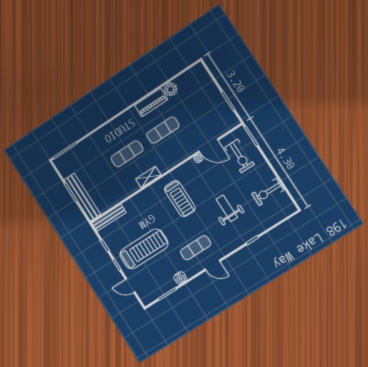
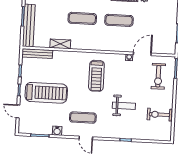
door: (208, 146) -> (142, 54), swing flipped
shelving: (148, 177) -> (60, 44), moved
weight bench: (227, 208) -> (124, 106), turned 90

